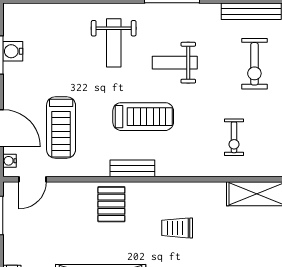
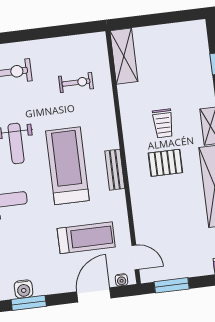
treadmill: (143, 117) -> (67, 166), width x1.37, depth x1.38
pallet: (111, 204) -> (165, 163), moved

